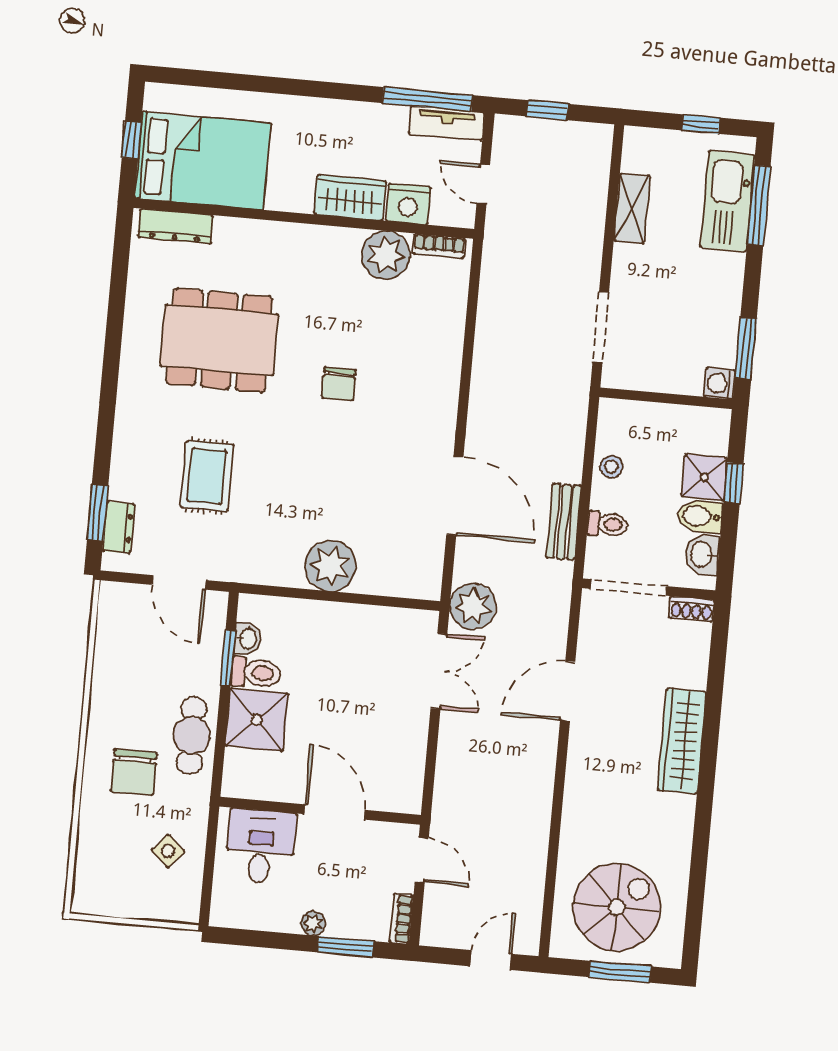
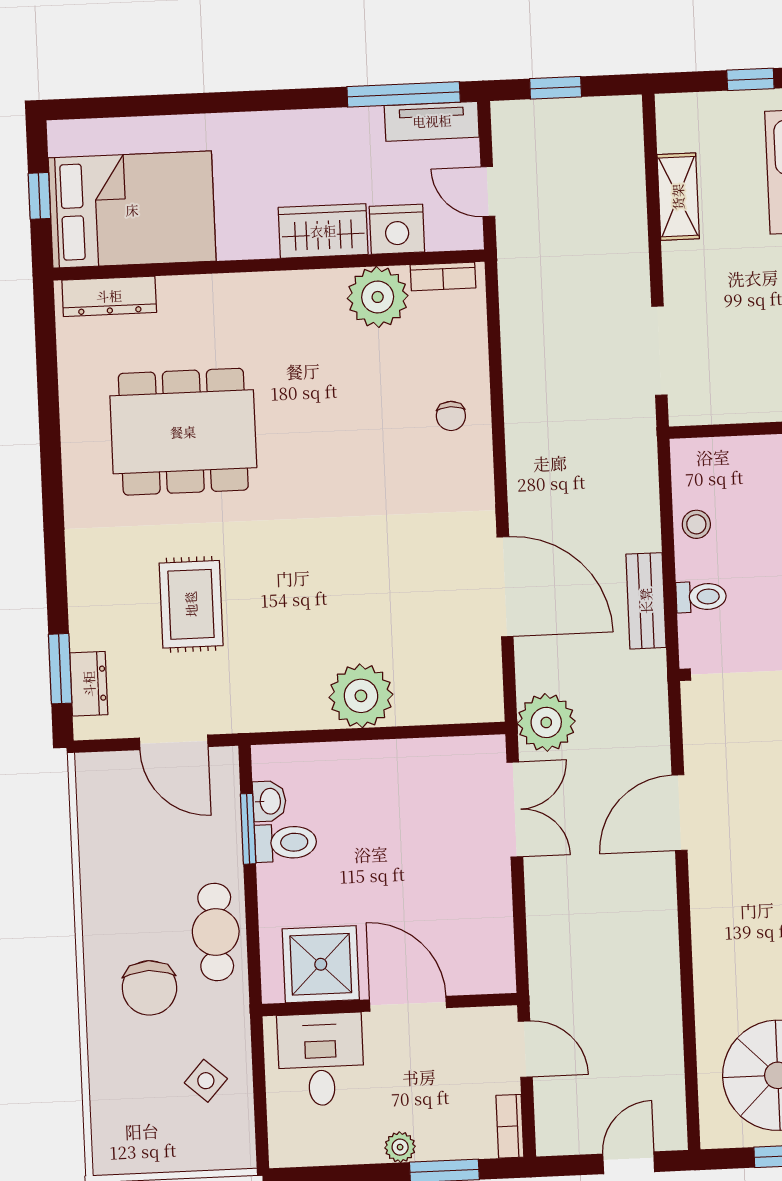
chair: (339, 384) -> (451, 416), moved, width x0.73, depth x0.73
shower: (257, 720) -> (321, 964), moved

